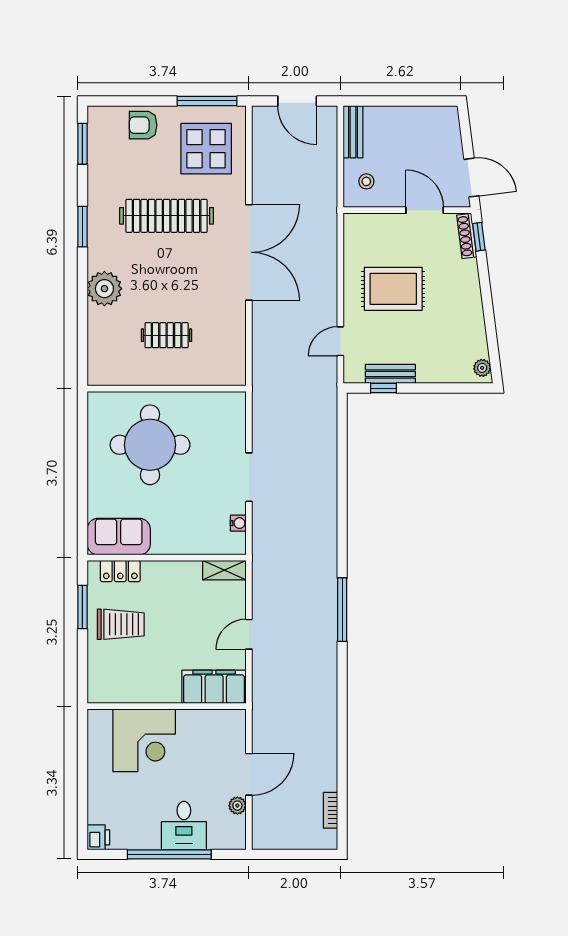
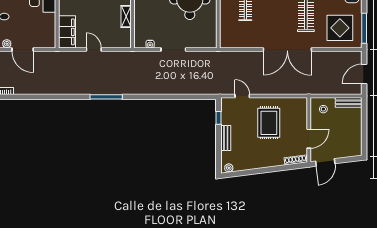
window: (479, 237) -> (295, 166), removed
bench: (390, 374) -> (226, 138), moved
shelving: (224, 570) -> (126, 16), moved

